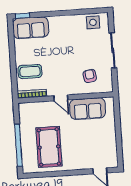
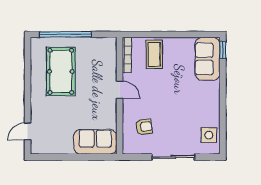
door: (61, 98) -> (120, 90), swing flipped
sofa: (88, 109) -> (95, 142), moved, turned 90
pool table: (49, 147) -> (61, 71), turned 90

